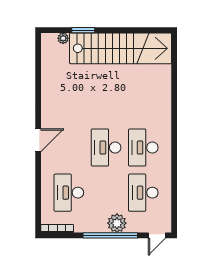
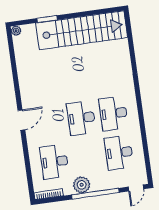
plant: (63, 38) -> (16, 31), moved
plant: (117, 223) -> (82, 185), moved

